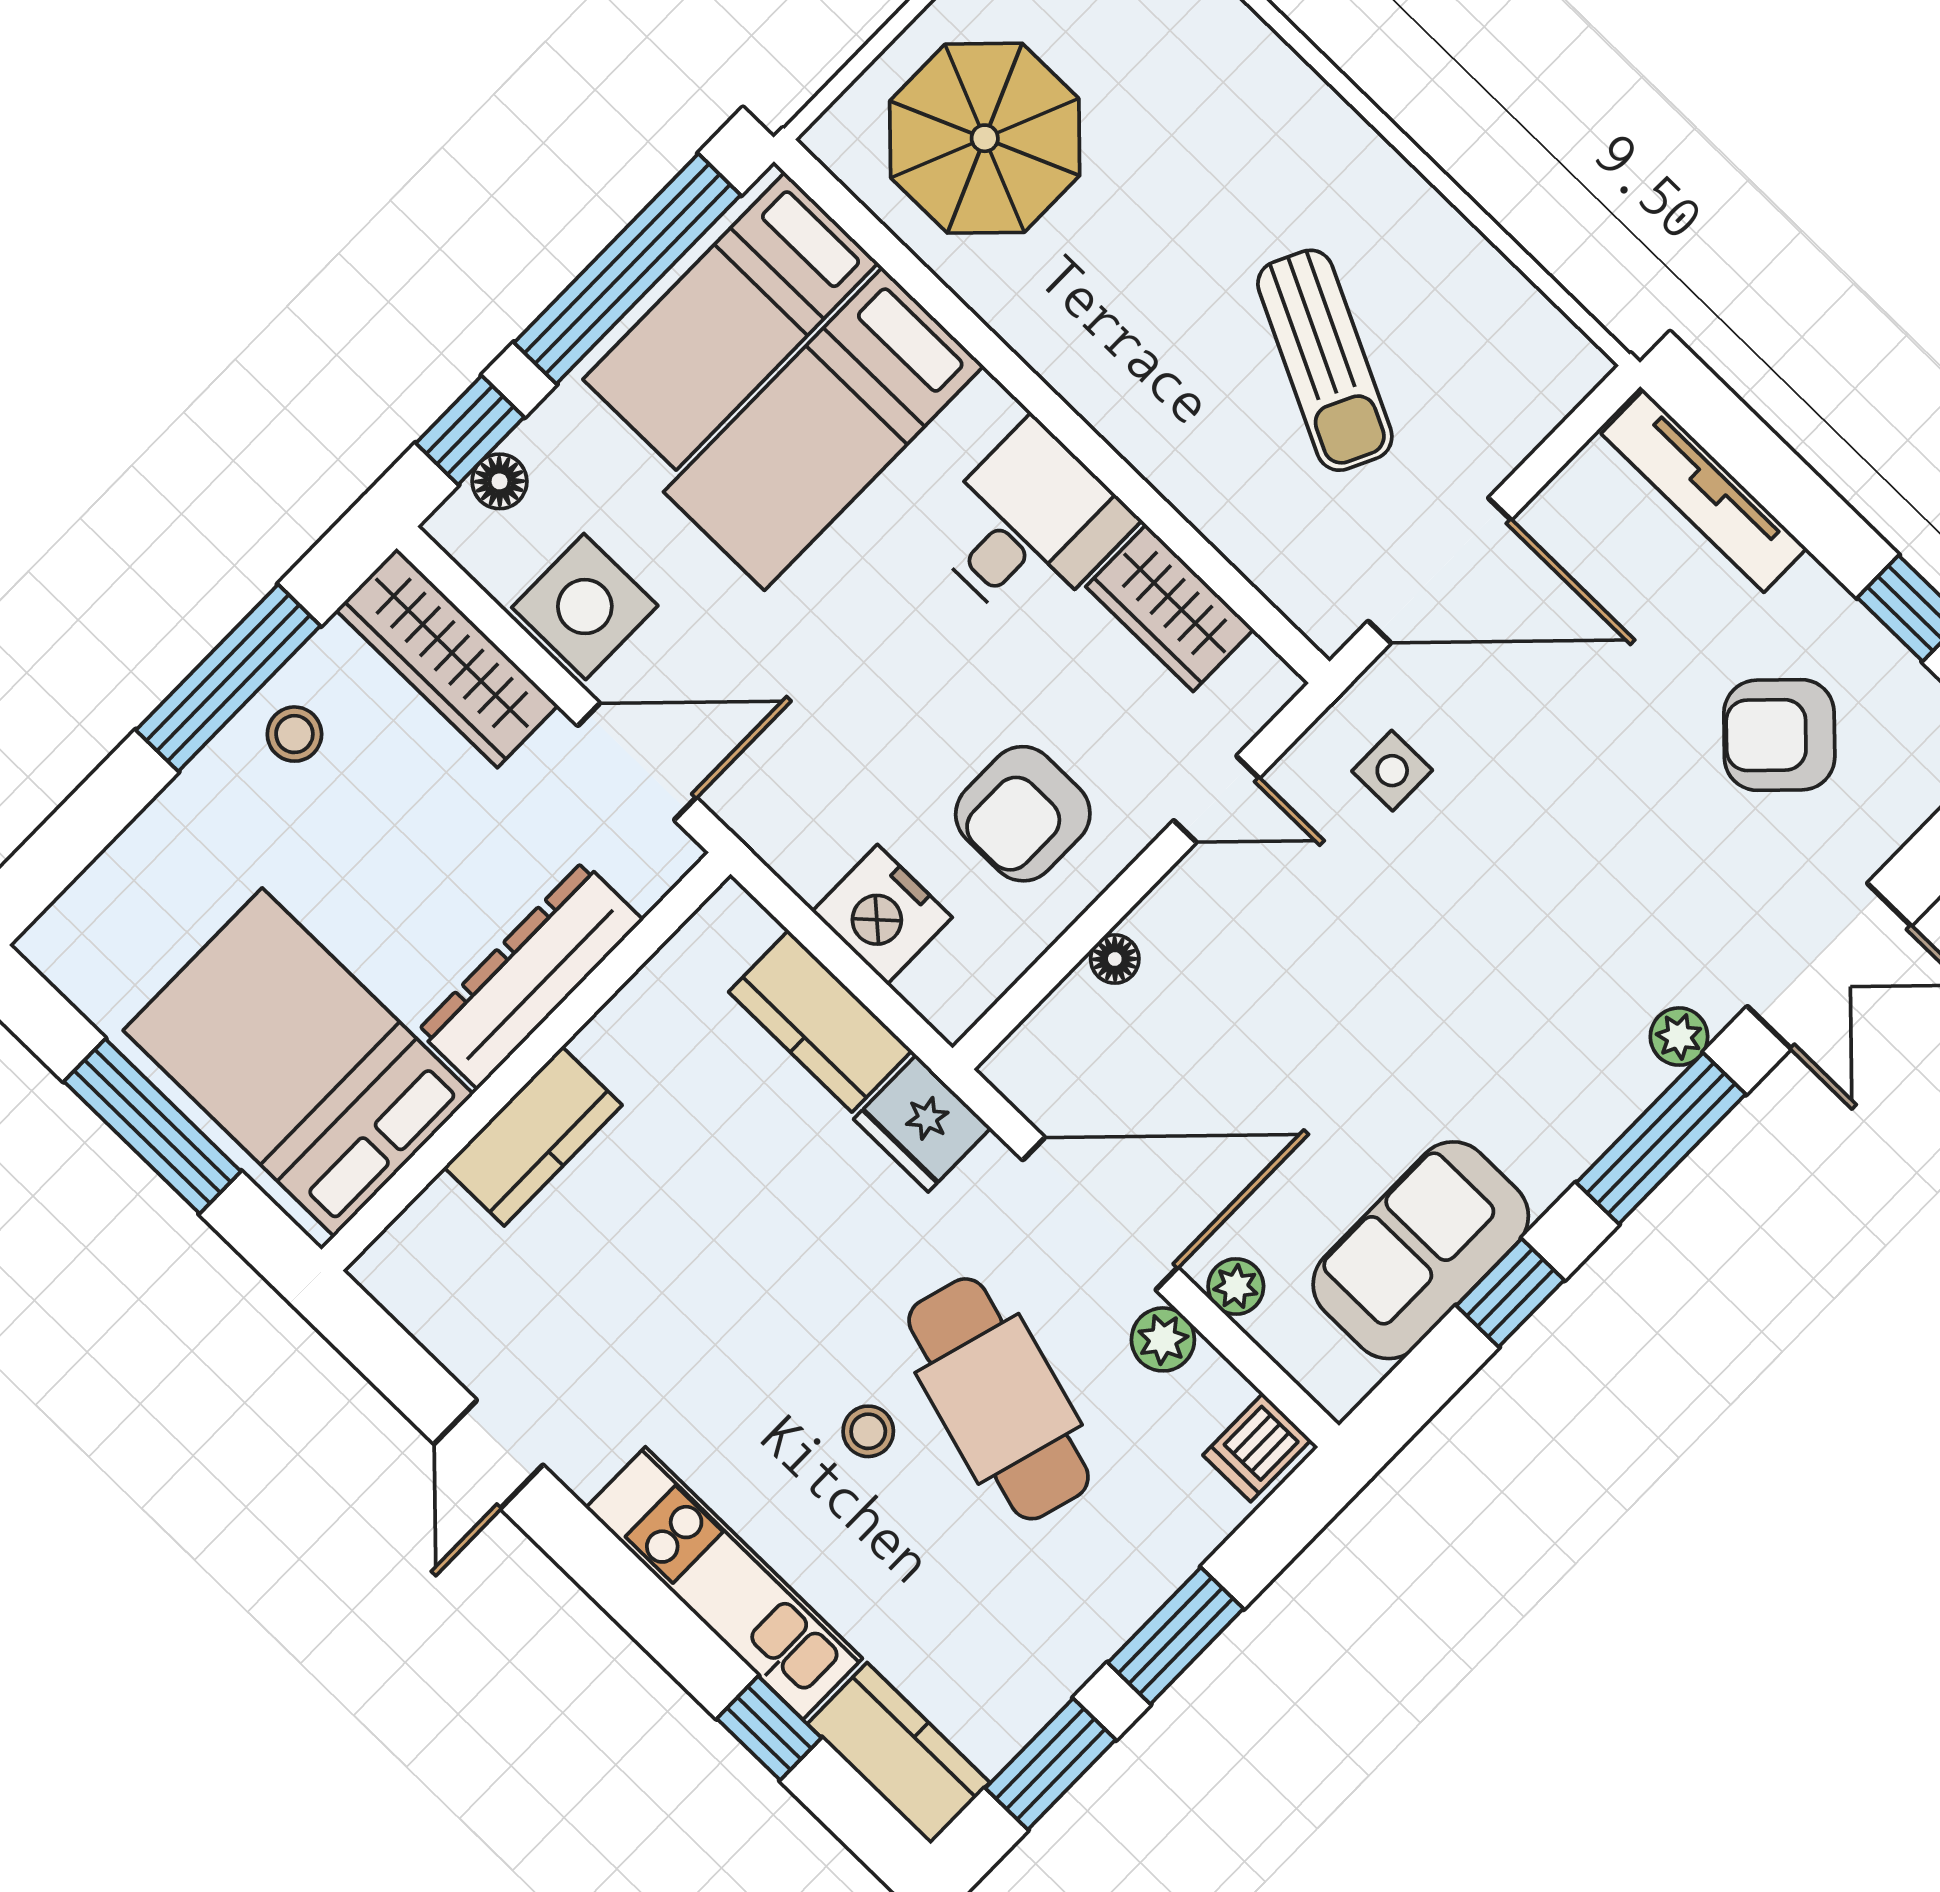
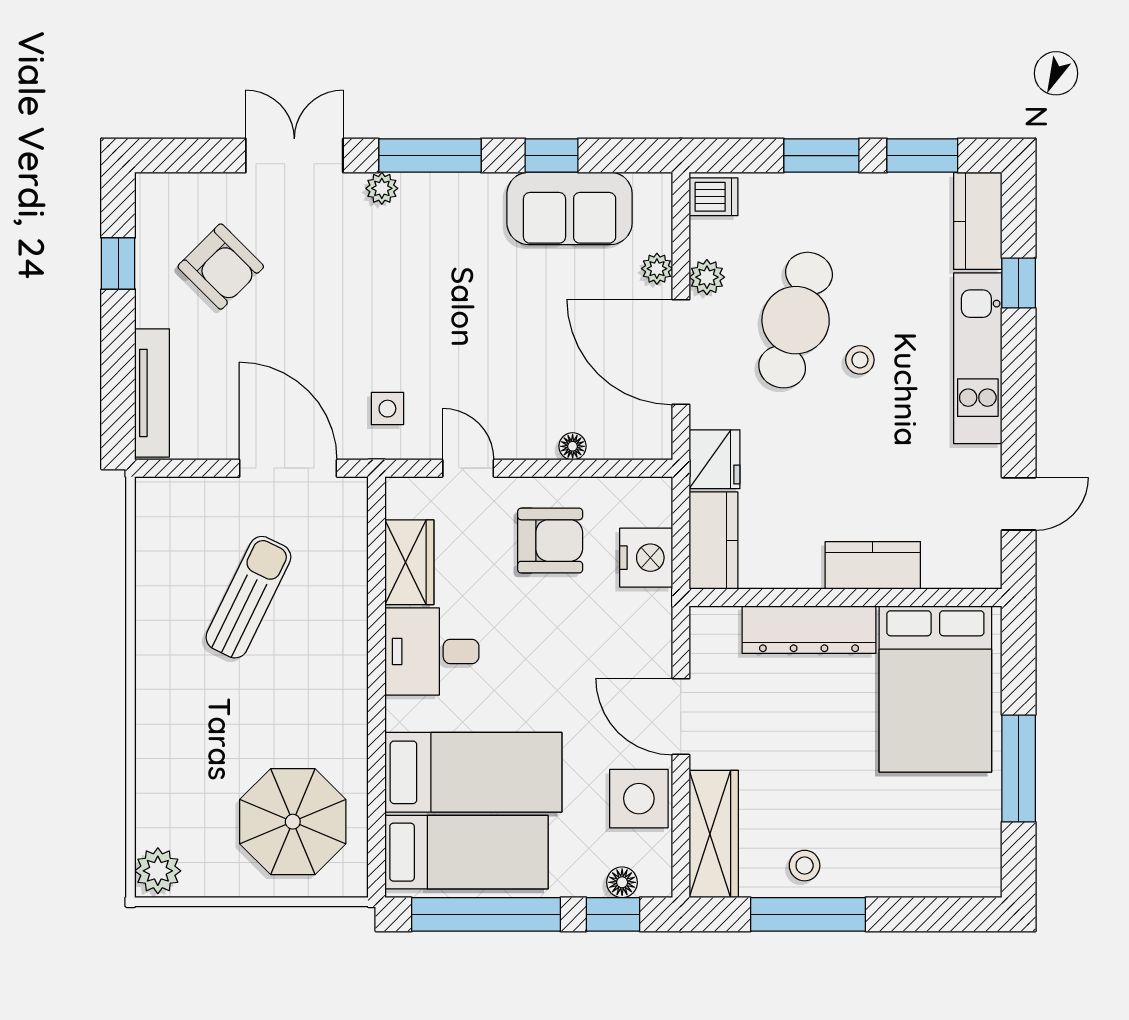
dresser: (530, 975) -> (809, 630), moved
bed: (298, 1062) -> (935, 689), moved
wall: (526, 1062) -> (846, 597), moved
kitchen counter: (533, 1136) -> (873, 565), moved

